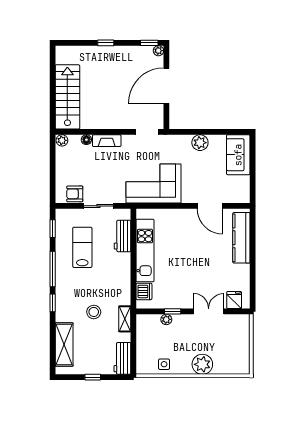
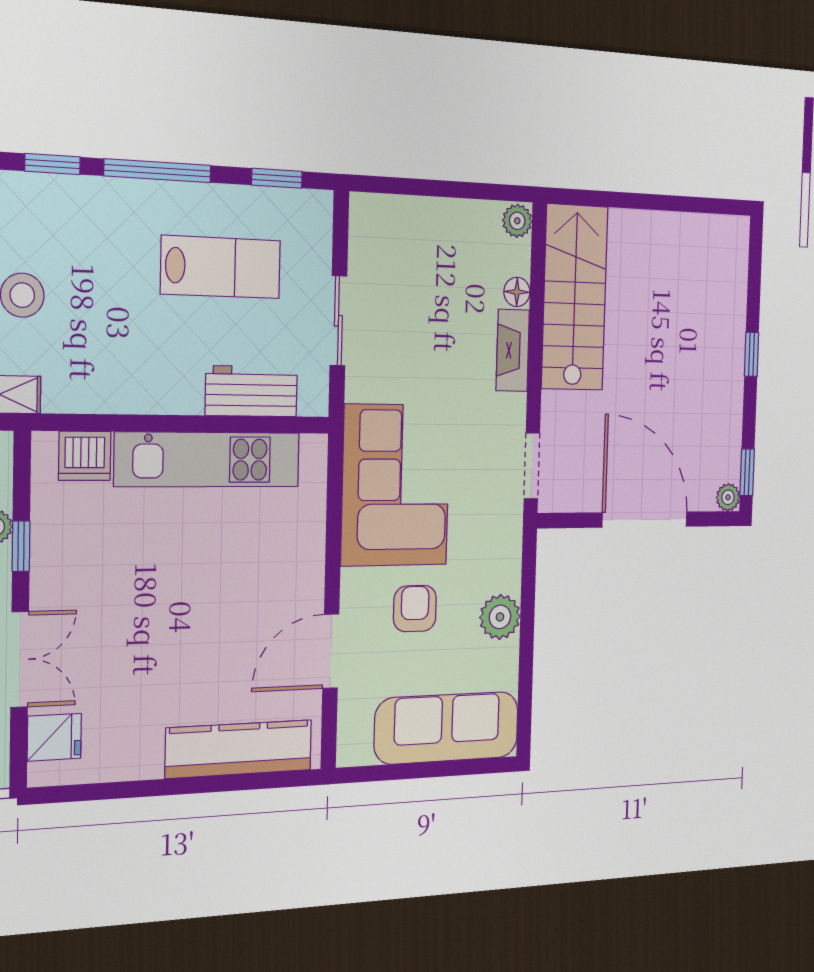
stairs: (67, 97) -> (575, 297), moved, turned -90
sofa: (238, 155) -> (447, 728), width x1.36
armchair: (75, 194) -> (415, 609), moved

